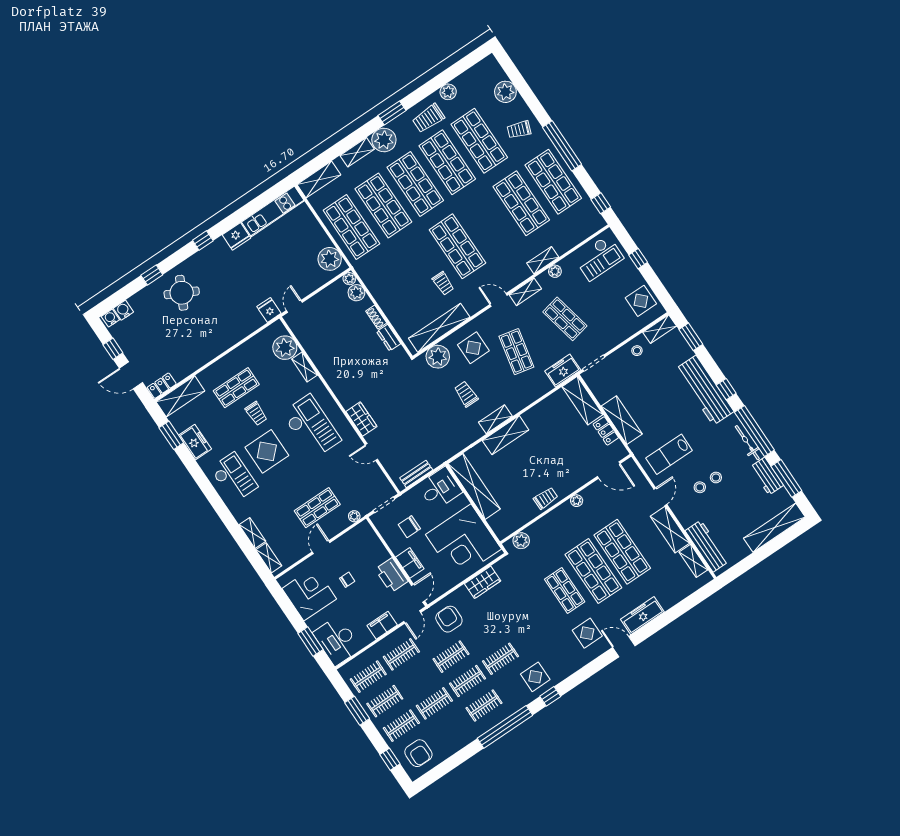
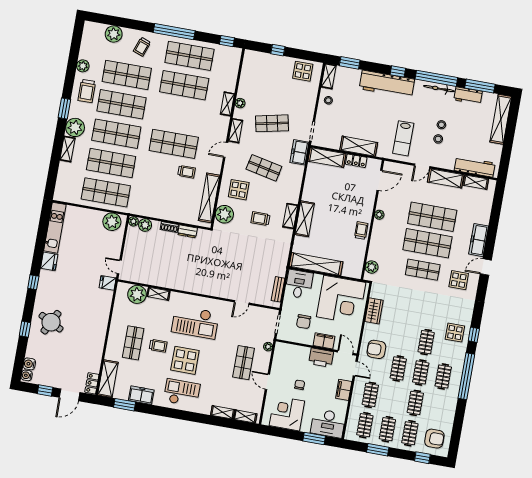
shelving: (319, 180) -> (62, 185), removed
checkout: (599, 258) -> (256, 72), removed
wardrobe: (361, 419) -> (218, 290), removed
checkout: (311, 427) -> (195, 322), turned 180
door: (660, 497) -> (422, 166), swing flipped

